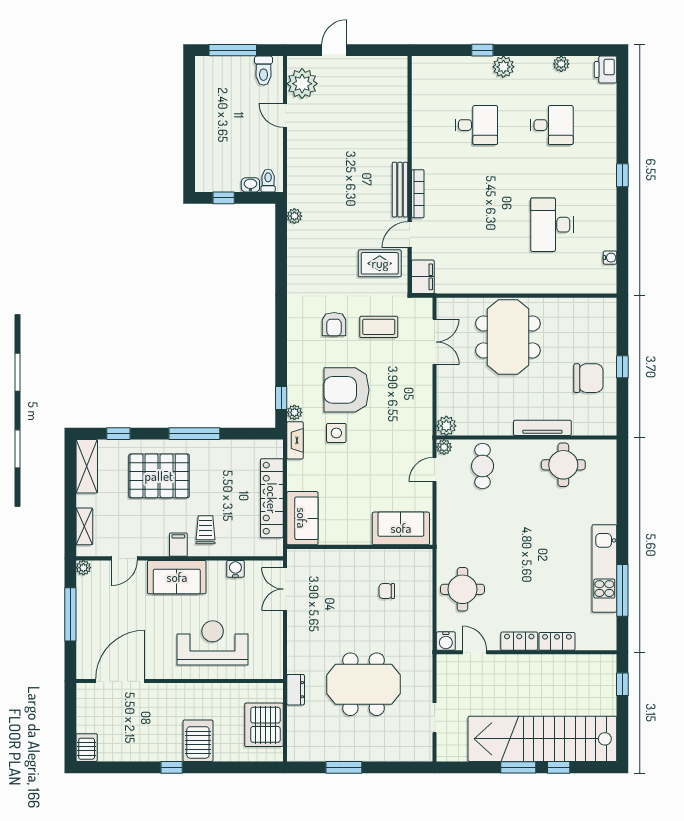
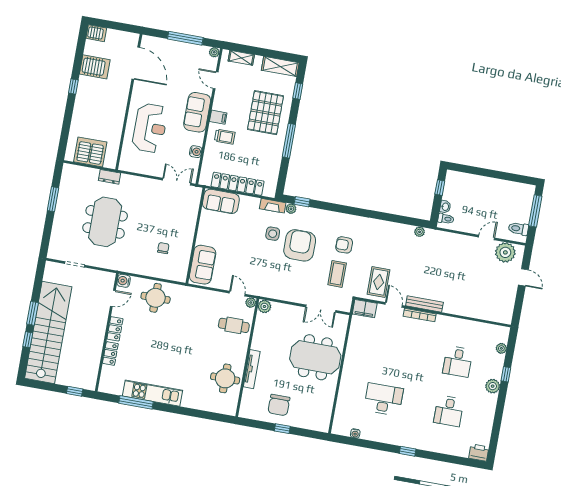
plant: (561, 64) -> (501, 348), moved
server rack: (198, 741) -> (95, 67), moved

